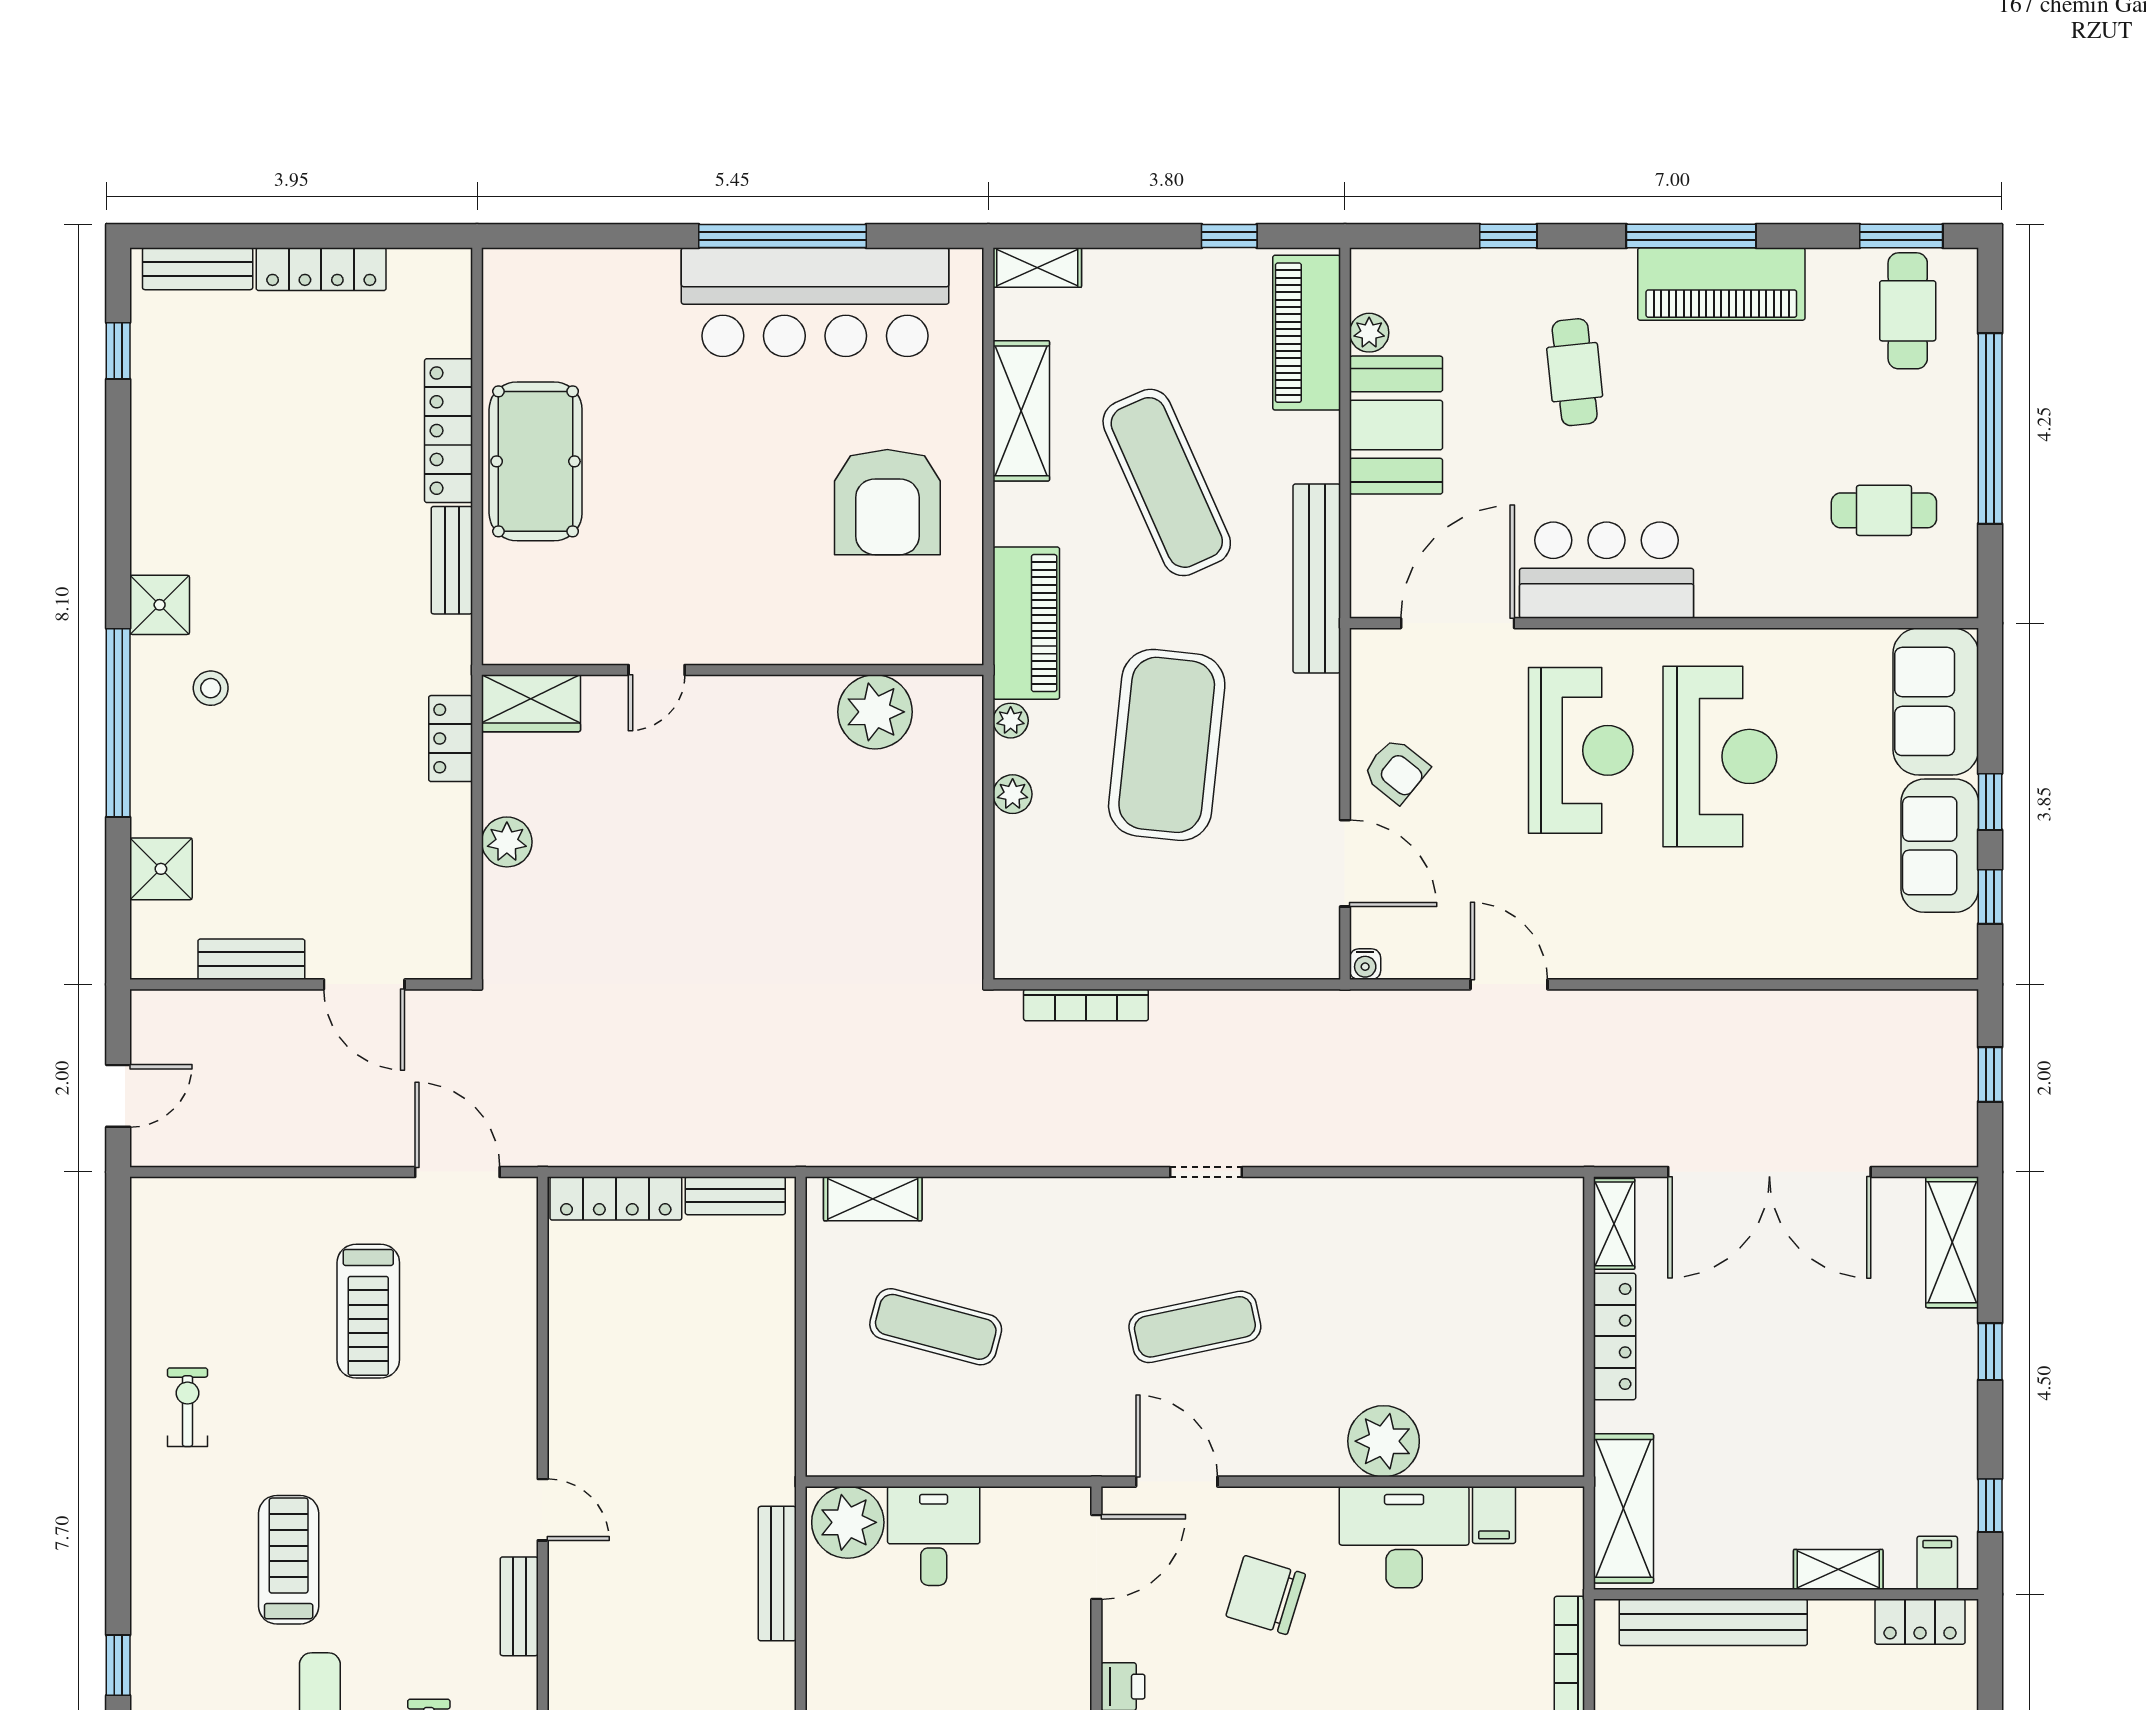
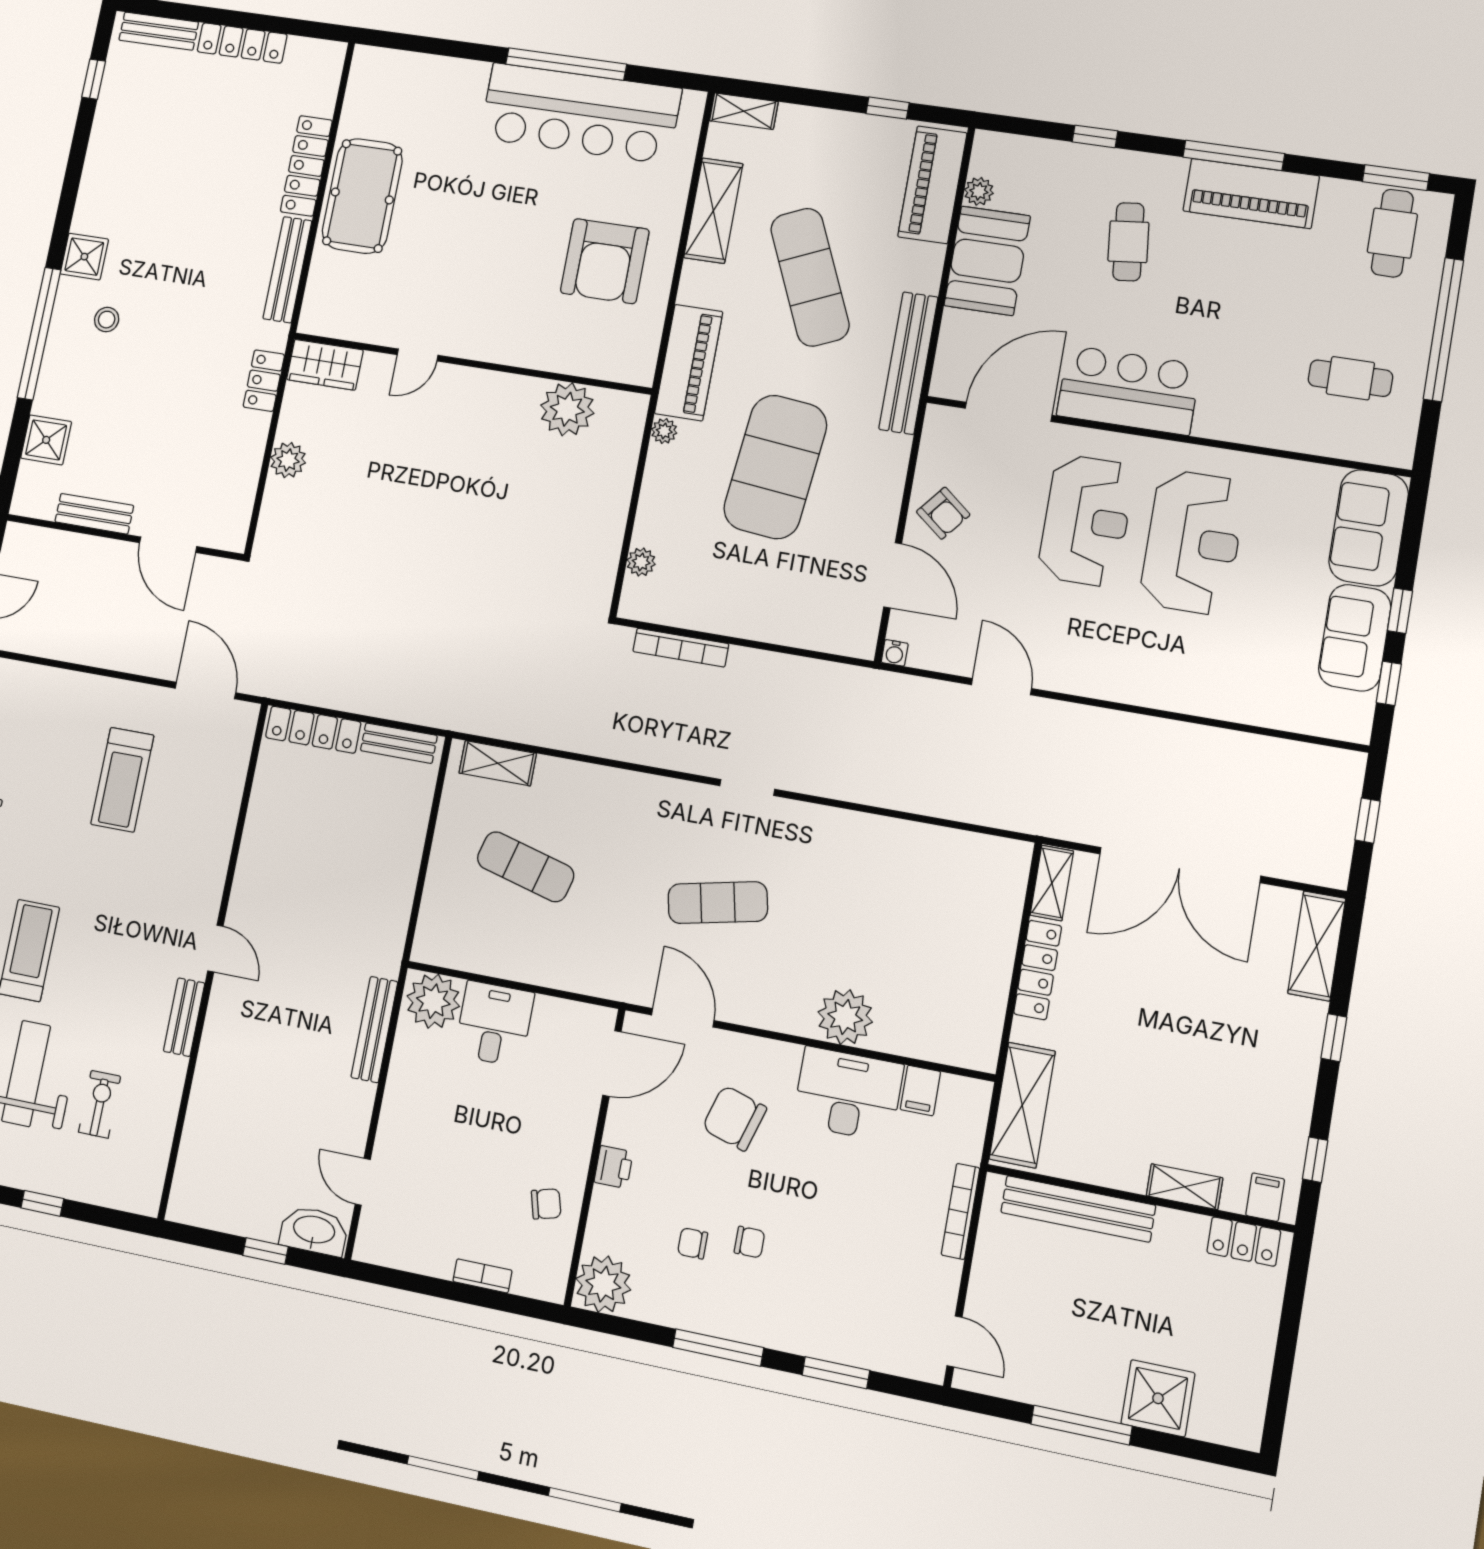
bench: (452, 560) -> (287, 270), width x1.36
plant: (1013, 794) -> (641, 562), moved

